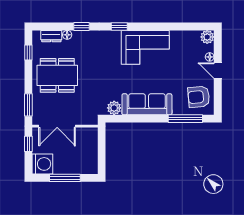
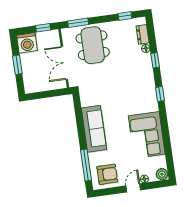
corner sofa: (145, 47) -> (147, 135), moved
dining table: (57, 75) -> (93, 45), moved
armchair: (199, 97) -> (107, 174), turned 95
plant: (114, 108) -> (86, 100), removed
double door: (57, 126) -> (64, 63), moved
window: (65, 178) -> (17, 65), width x0.69

